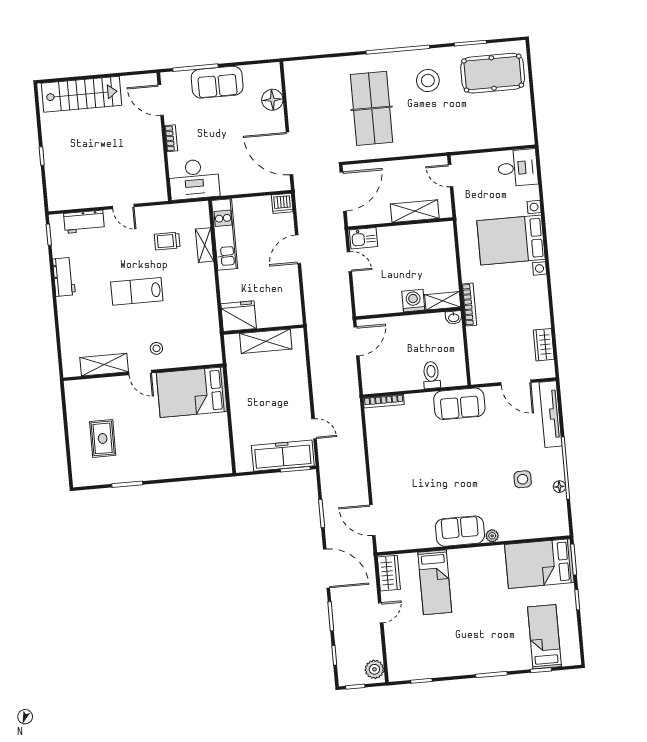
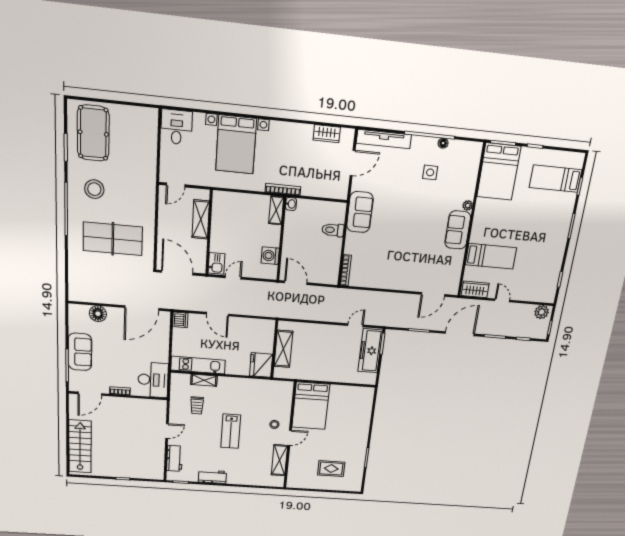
washing machine: (413, 301) -> (270, 256), moved

